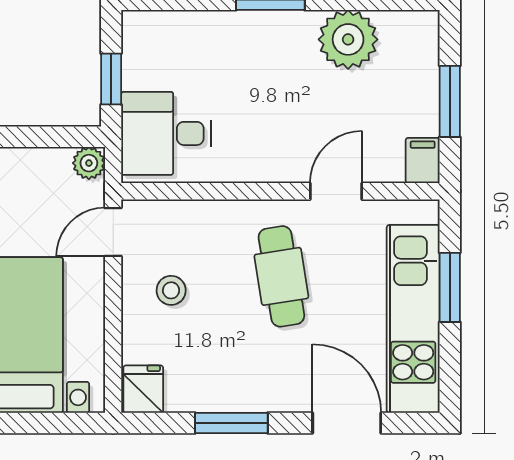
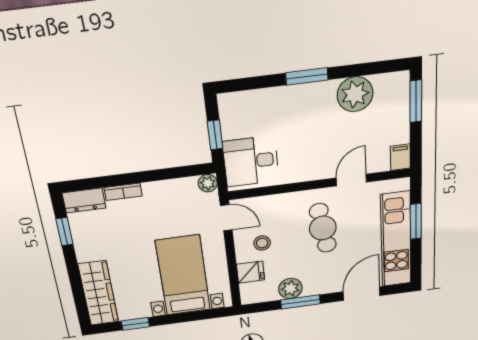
window: (450, 101) -> (416, 101), moved
door: (113, 232) -> (226, 218), swing flipped
fridge: (143, 389) -> (251, 272), moved, turned 90
plant: (215, 391) -> (290, 288), added
door: (347, 423) -> (362, 294), hinge flipped

